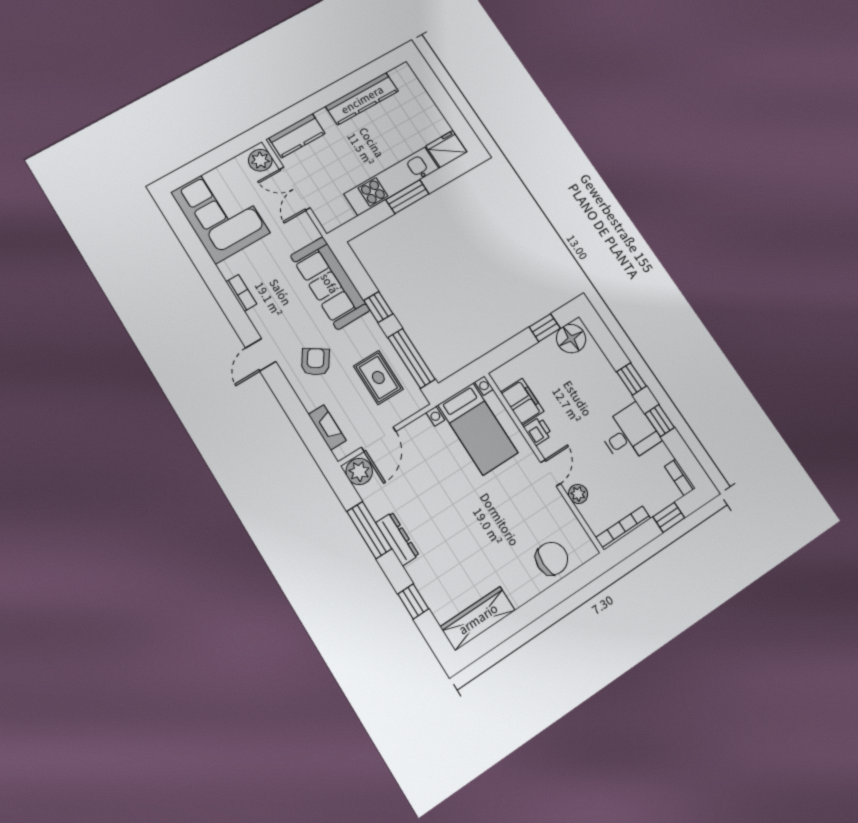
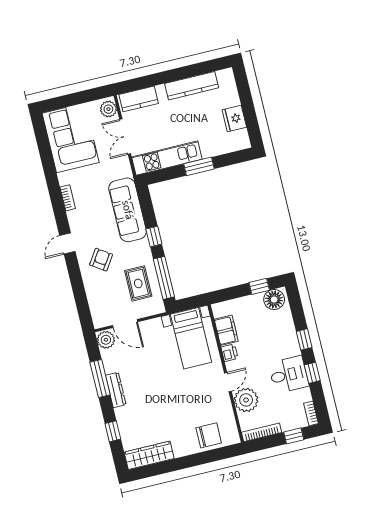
fridge: (446, 149) -> (234, 119), moved, turned -90
kitchen unit: (392, 181) -> (167, 158), moved
fireplace: (327, 427) -> (95, 305), removed
door: (379, 439) -> (125, 324), hinge flipped
plant: (578, 494) -> (246, 400), width x1.88, depth x1.88

